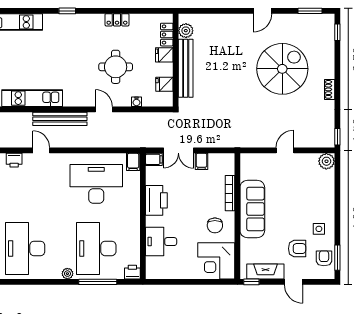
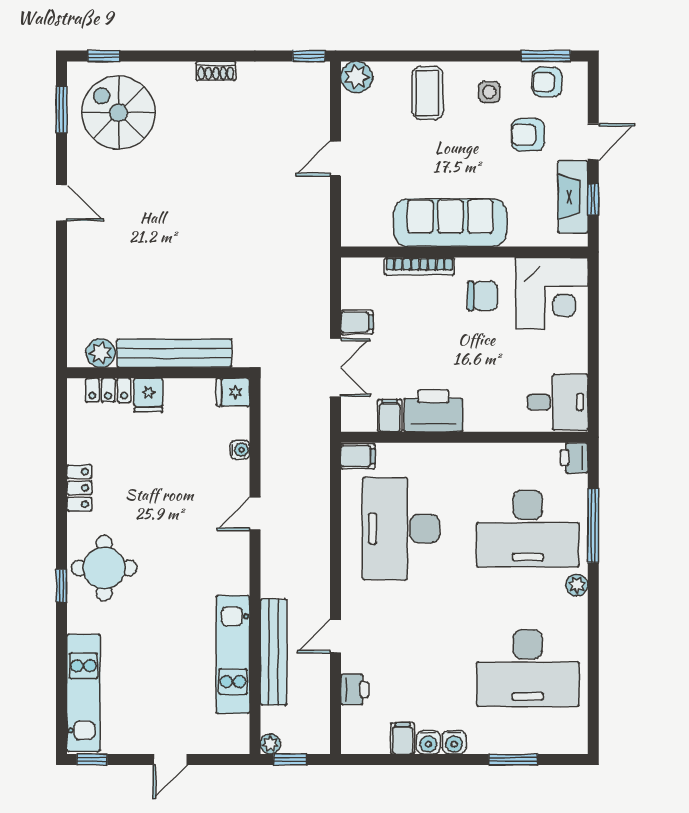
round table: (116, 67) -> (104, 568), moved
spiral stairs: (282, 69) -> (119, 113), moved, width x0.73, depth x0.73
fridge: (164, 84) -> (233, 392), moved, turned 90
bench: (60, 119) -> (273, 652), moved
door: (285, 150) -> (335, 159), hinge flipped
filing cabinet: (154, 159) -> (390, 416), moved
coffee table: (318, 197) -> (428, 93), added
desk: (161, 242) -> (558, 402), moved, turned -90
armchair: (297, 249) -> (528, 135), turned -90
window: (251, 282) -> (593, 199), moved

